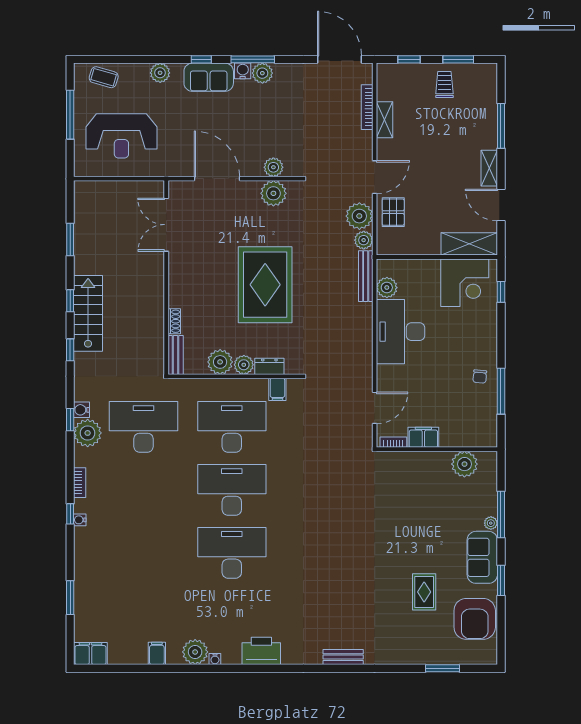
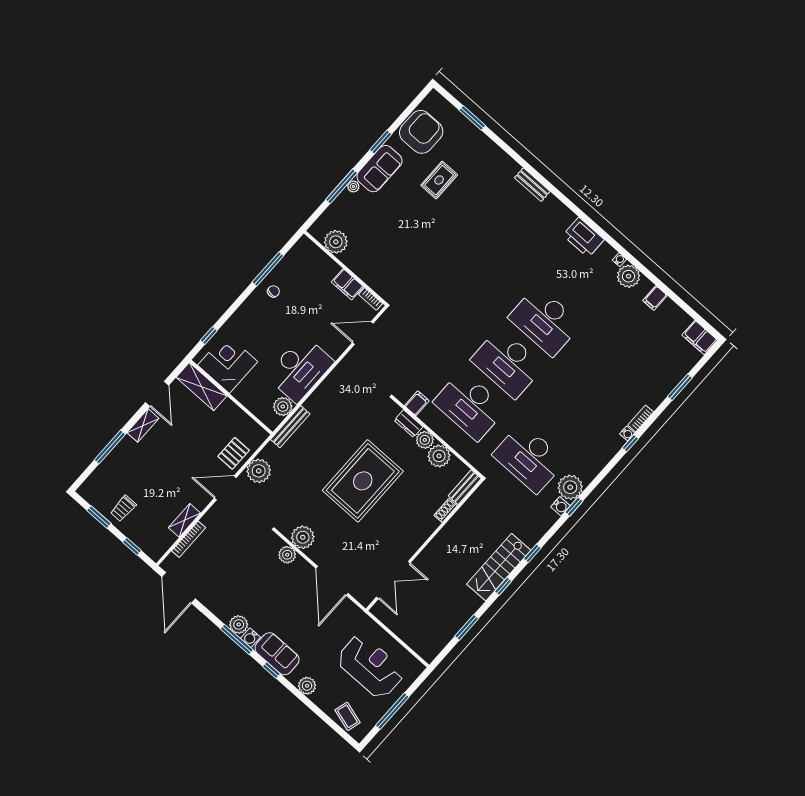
plant: (364, 240) -> (270, 452), removed
bookcase: (80, 483) -> (641, 418), moved

